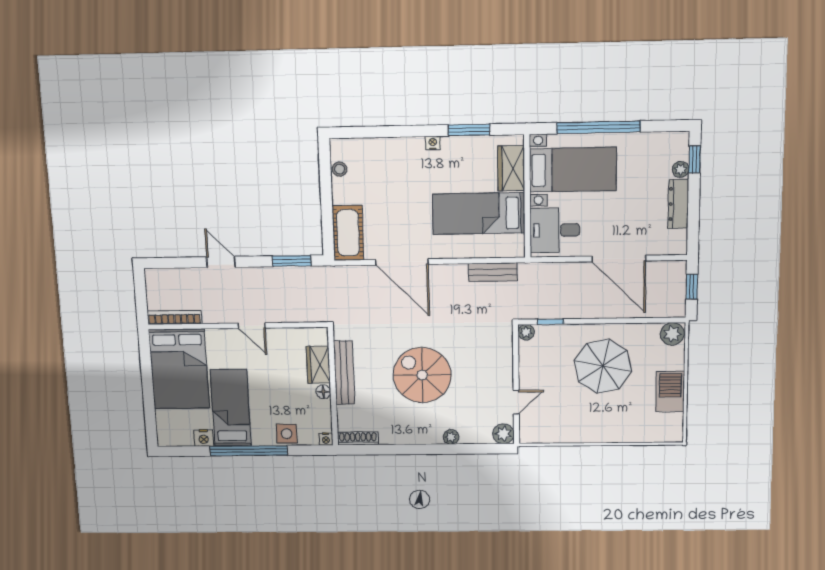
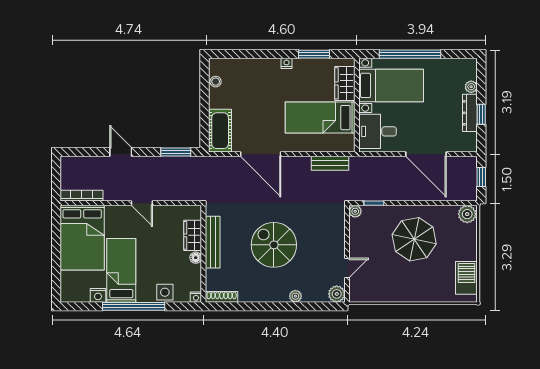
window: (695, 160) -> (481, 114), moved
barbecue: (670, 391) -> (466, 278), moved

